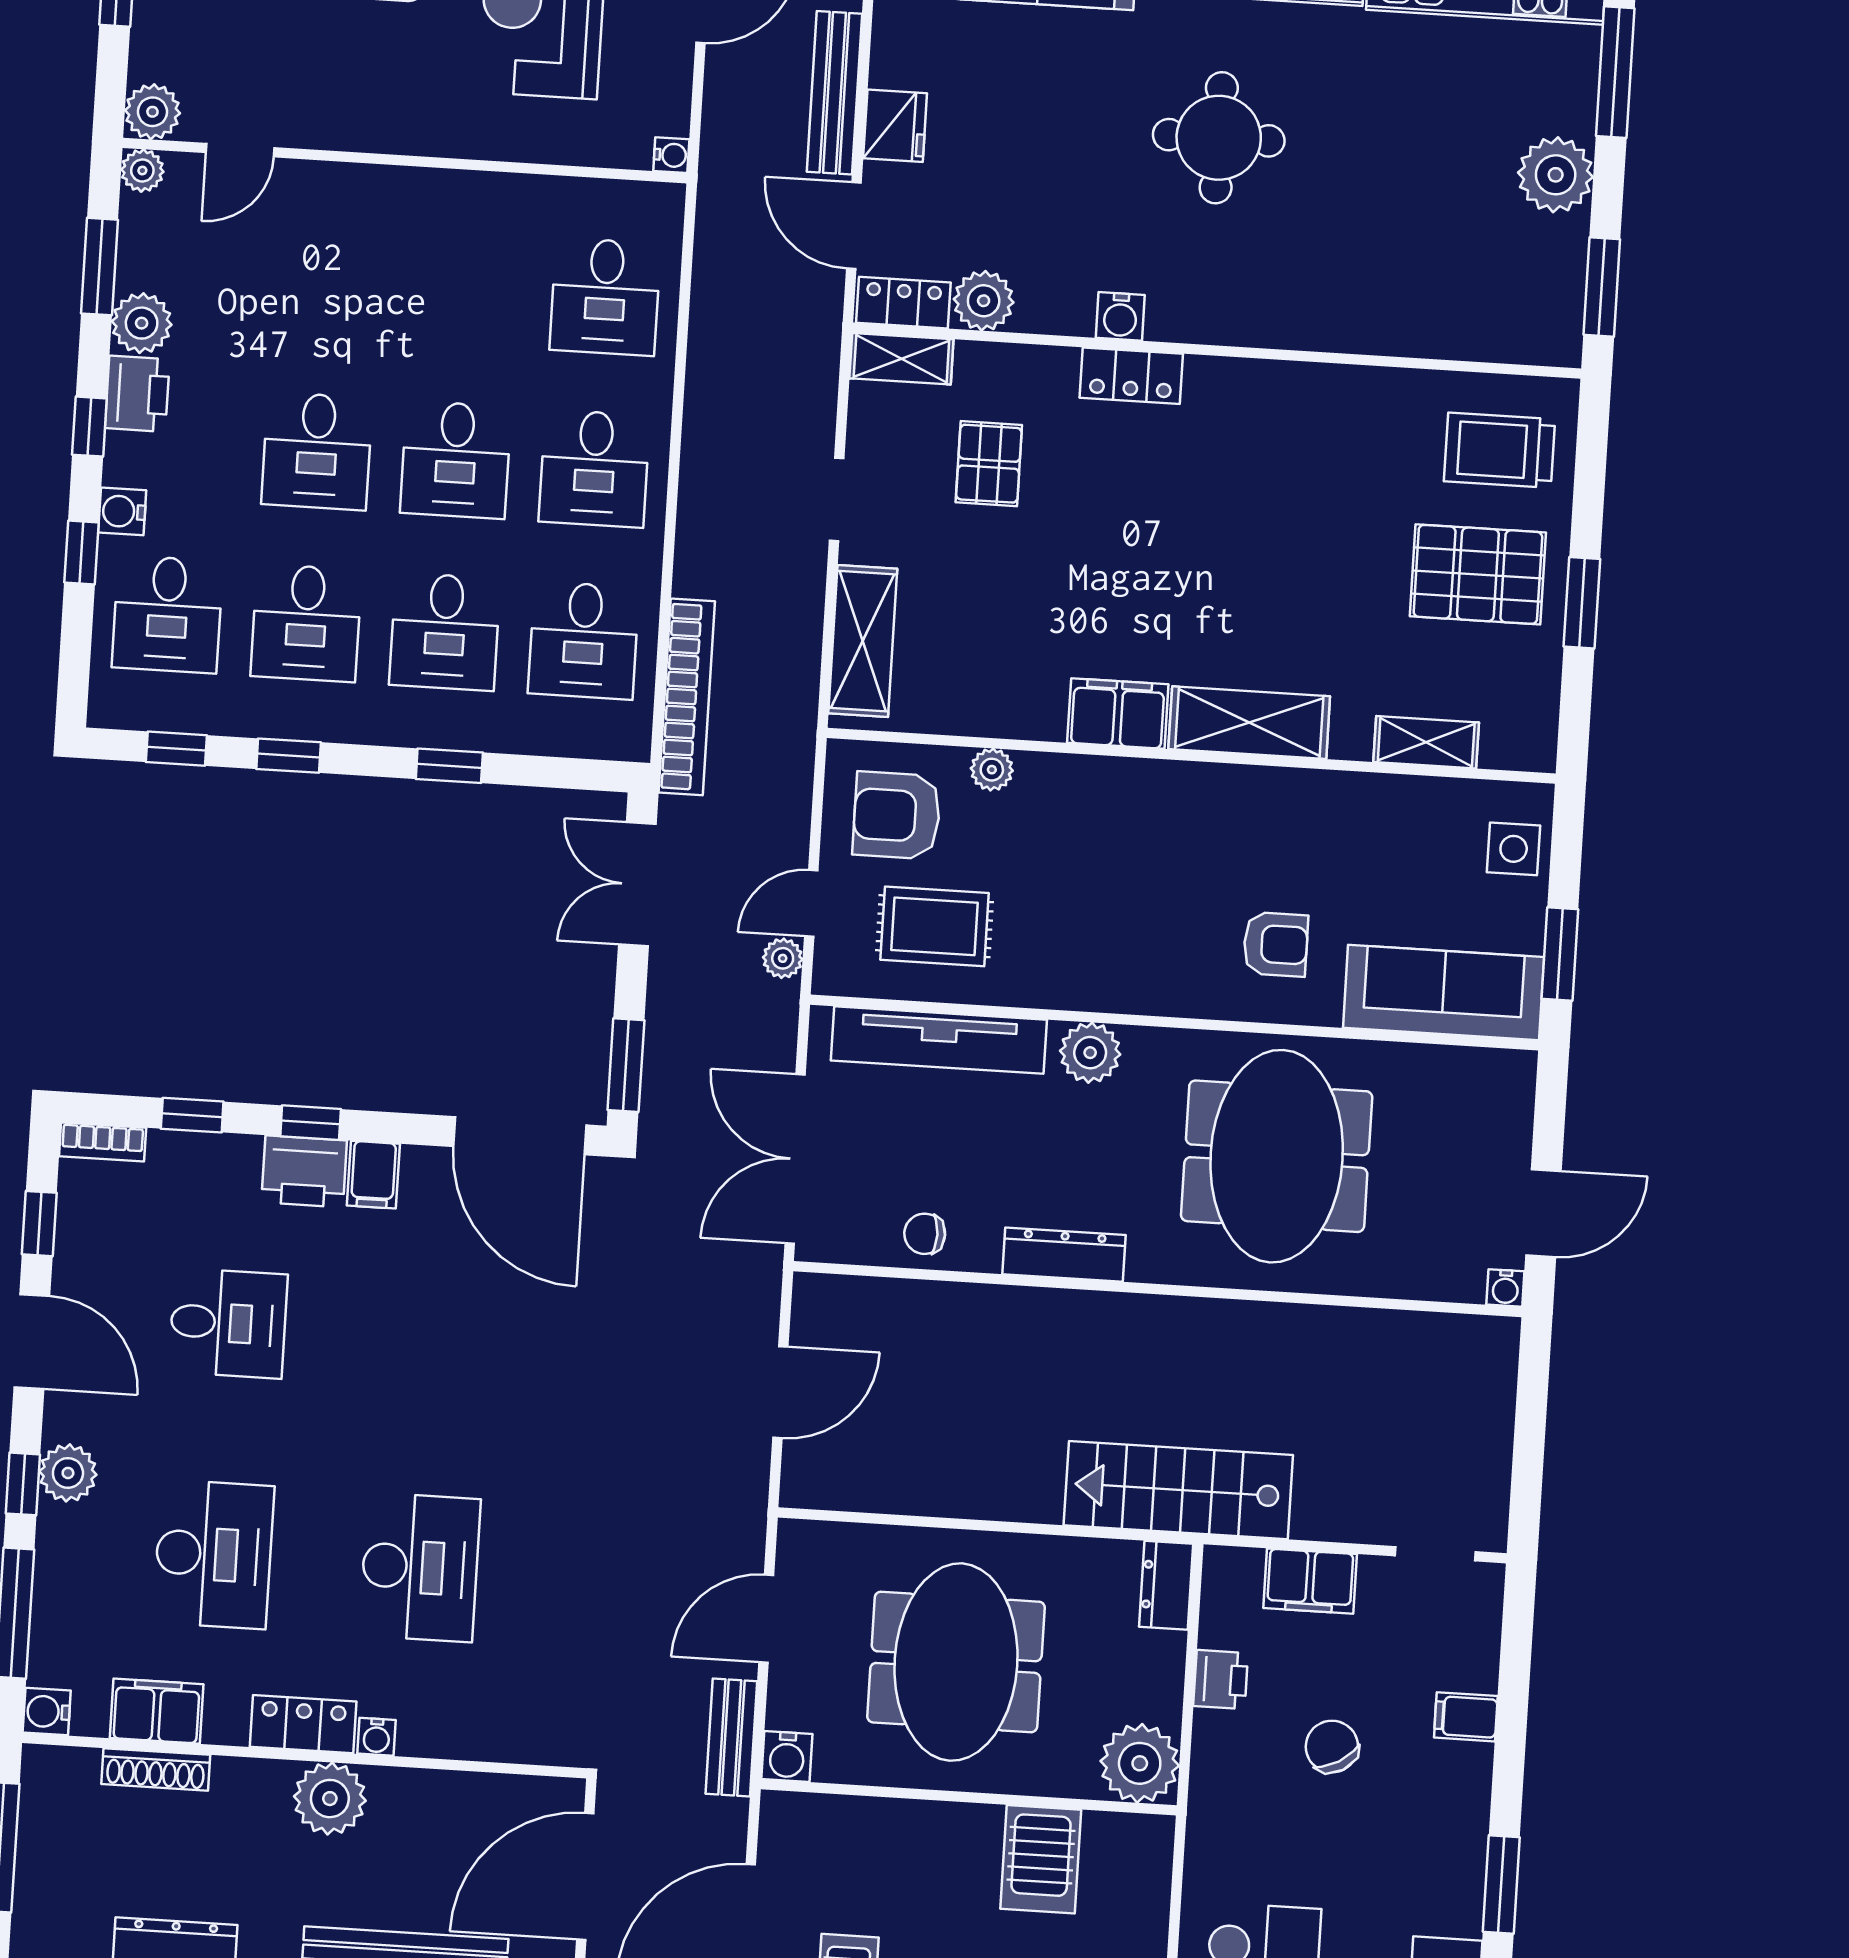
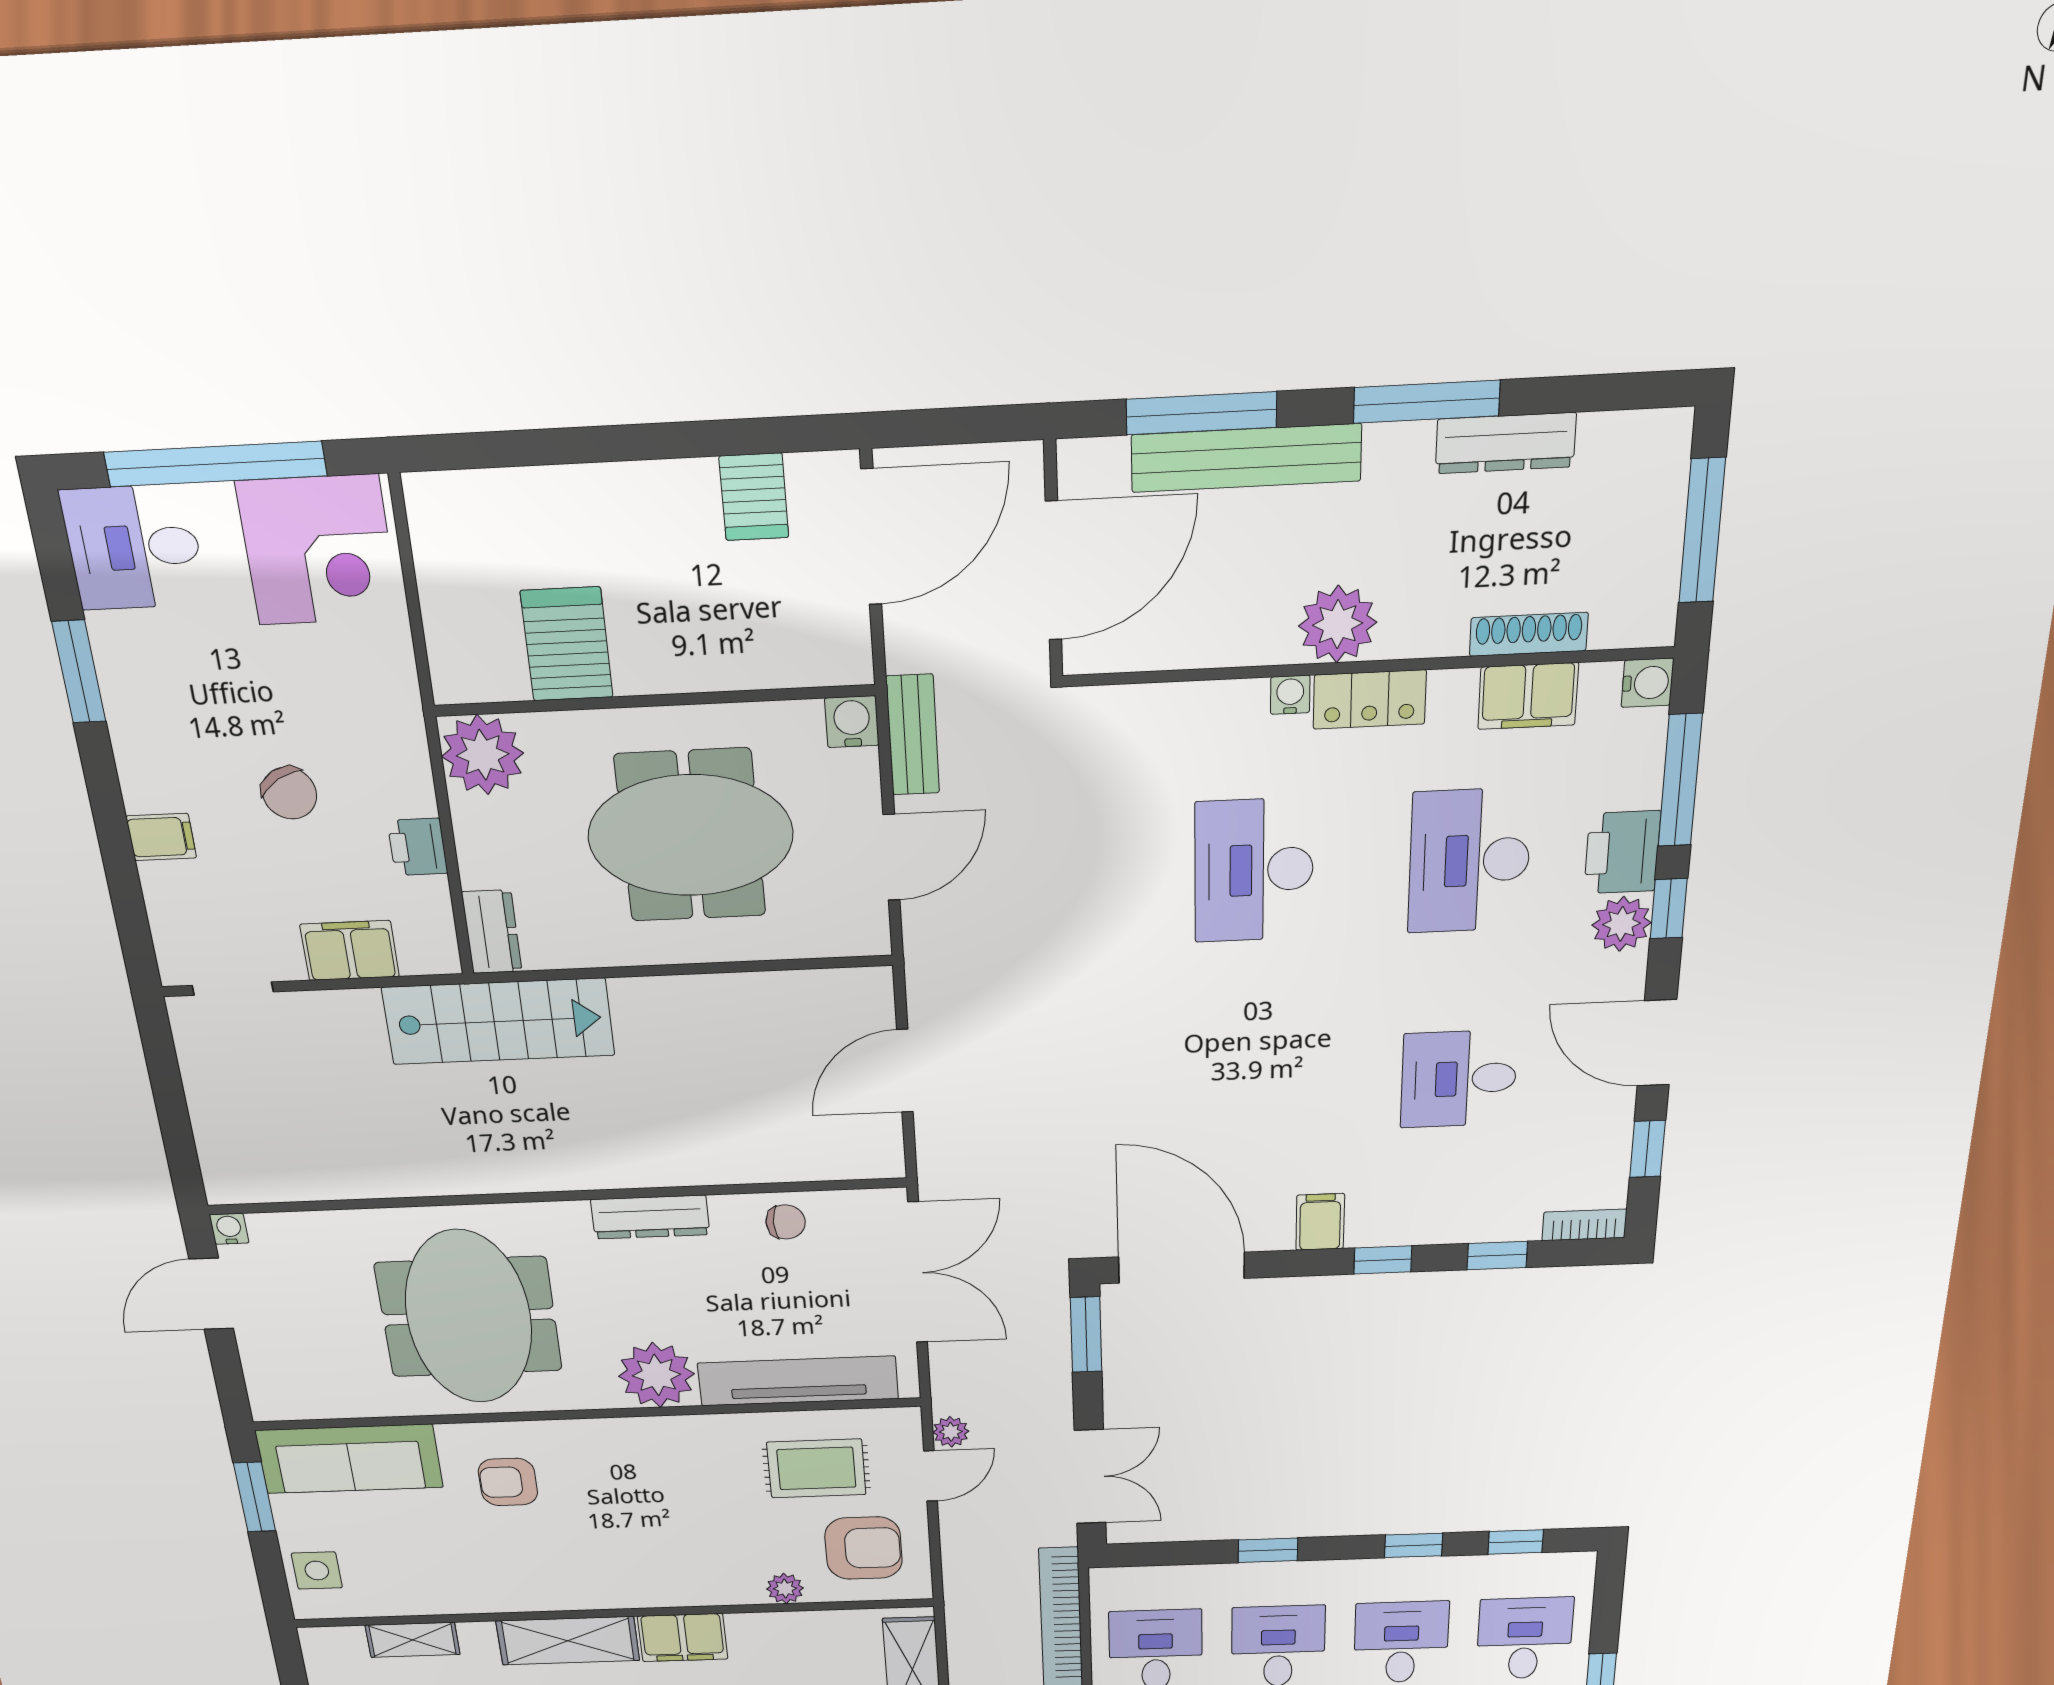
plant: (1090, 1053) -> (656, 1375), width x1.36, depth x1.36
printer: (304, 1171) -> (1622, 852), moved, turned -90
meeting table: (956, 1662) -> (690, 835), turned 90

